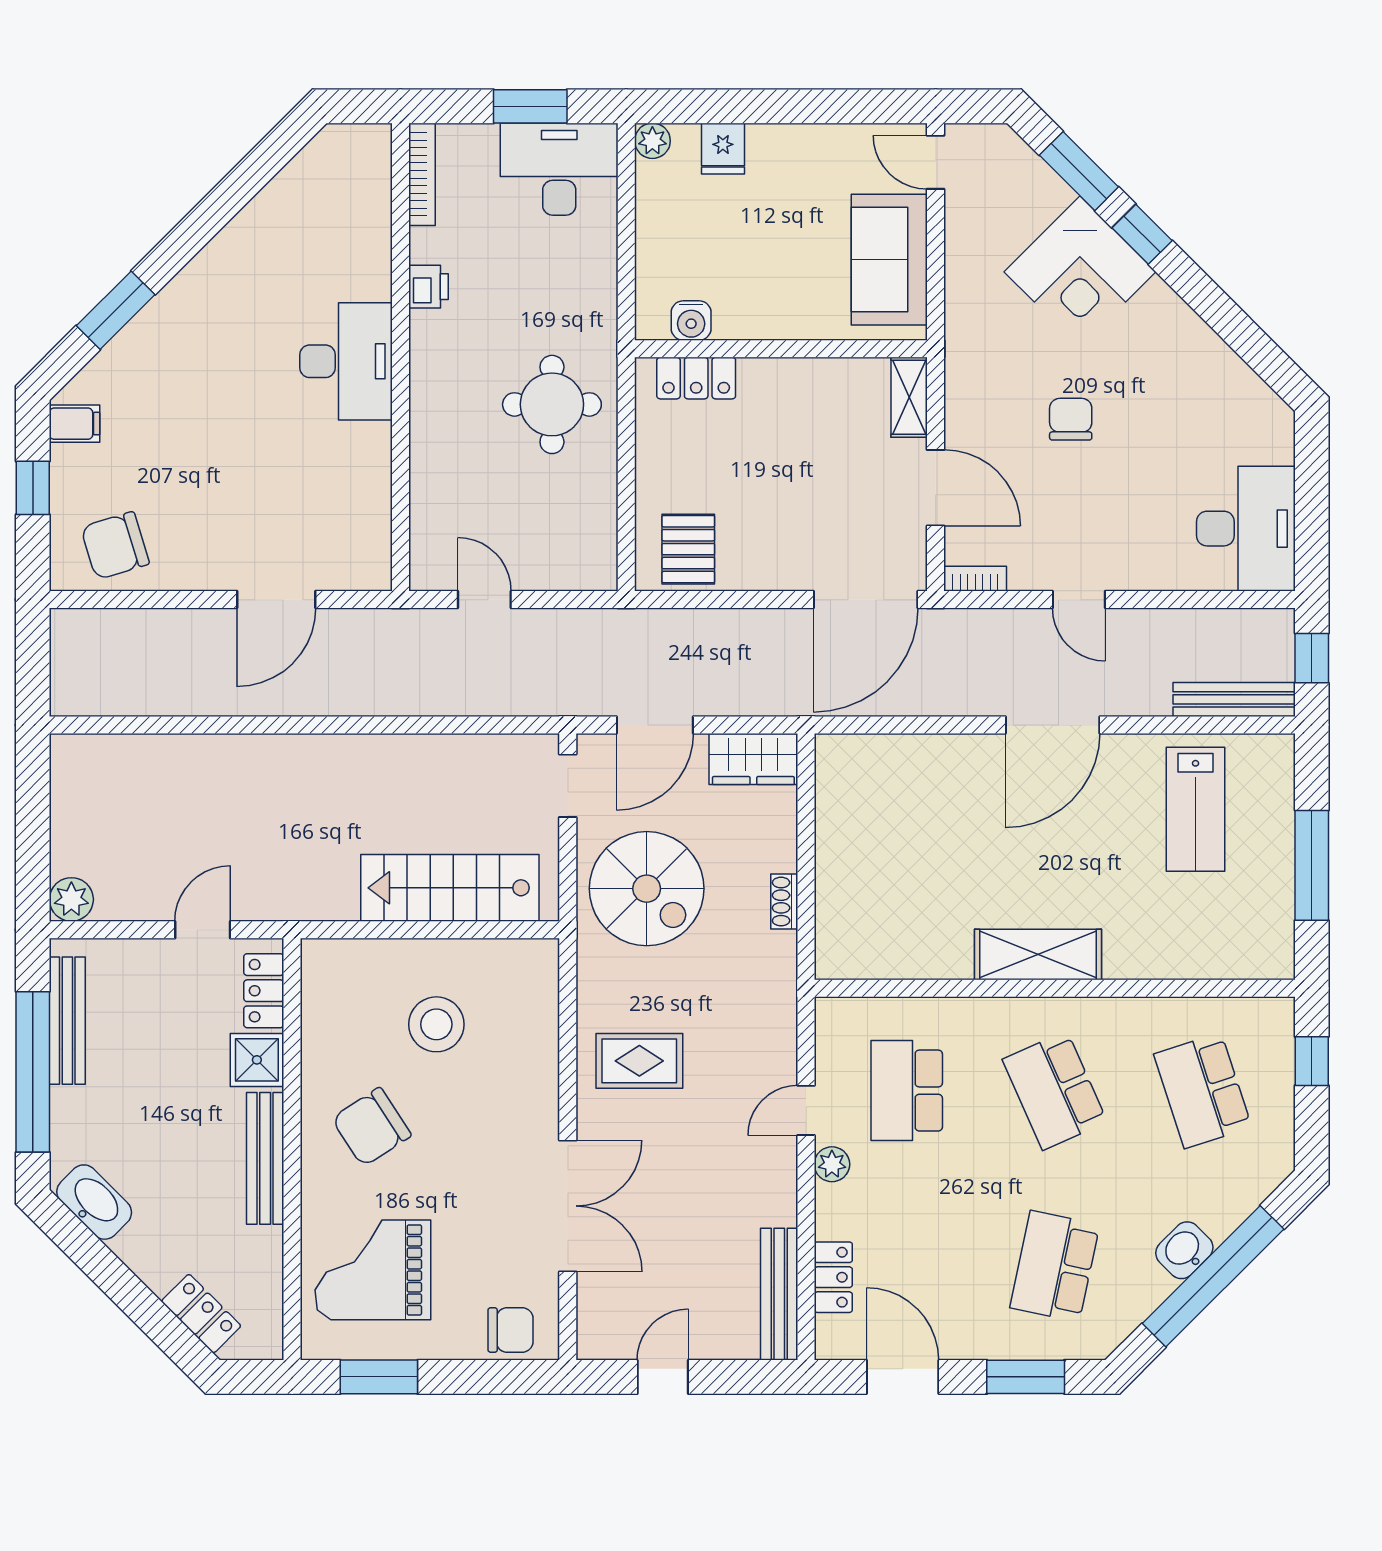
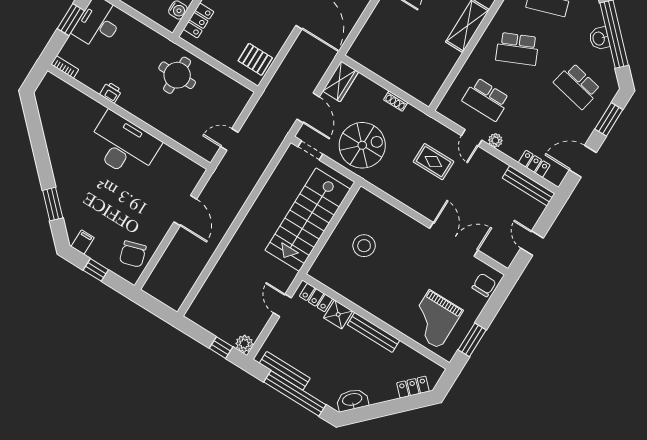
bookcase: (422, 174) -> (65, 67), width x0.64
desk: (346, 361) -> (123, 146), width x1.36, depth x1.30
window: (33, 855) -> (221, 348), added
stairs: (450, 888) -> (308, 220), width x1.36, depth x1.51
rug: (639, 1061) -> (433, 162), moved, turned 90
chair: (371, 1127) -> (385, 290), removed

